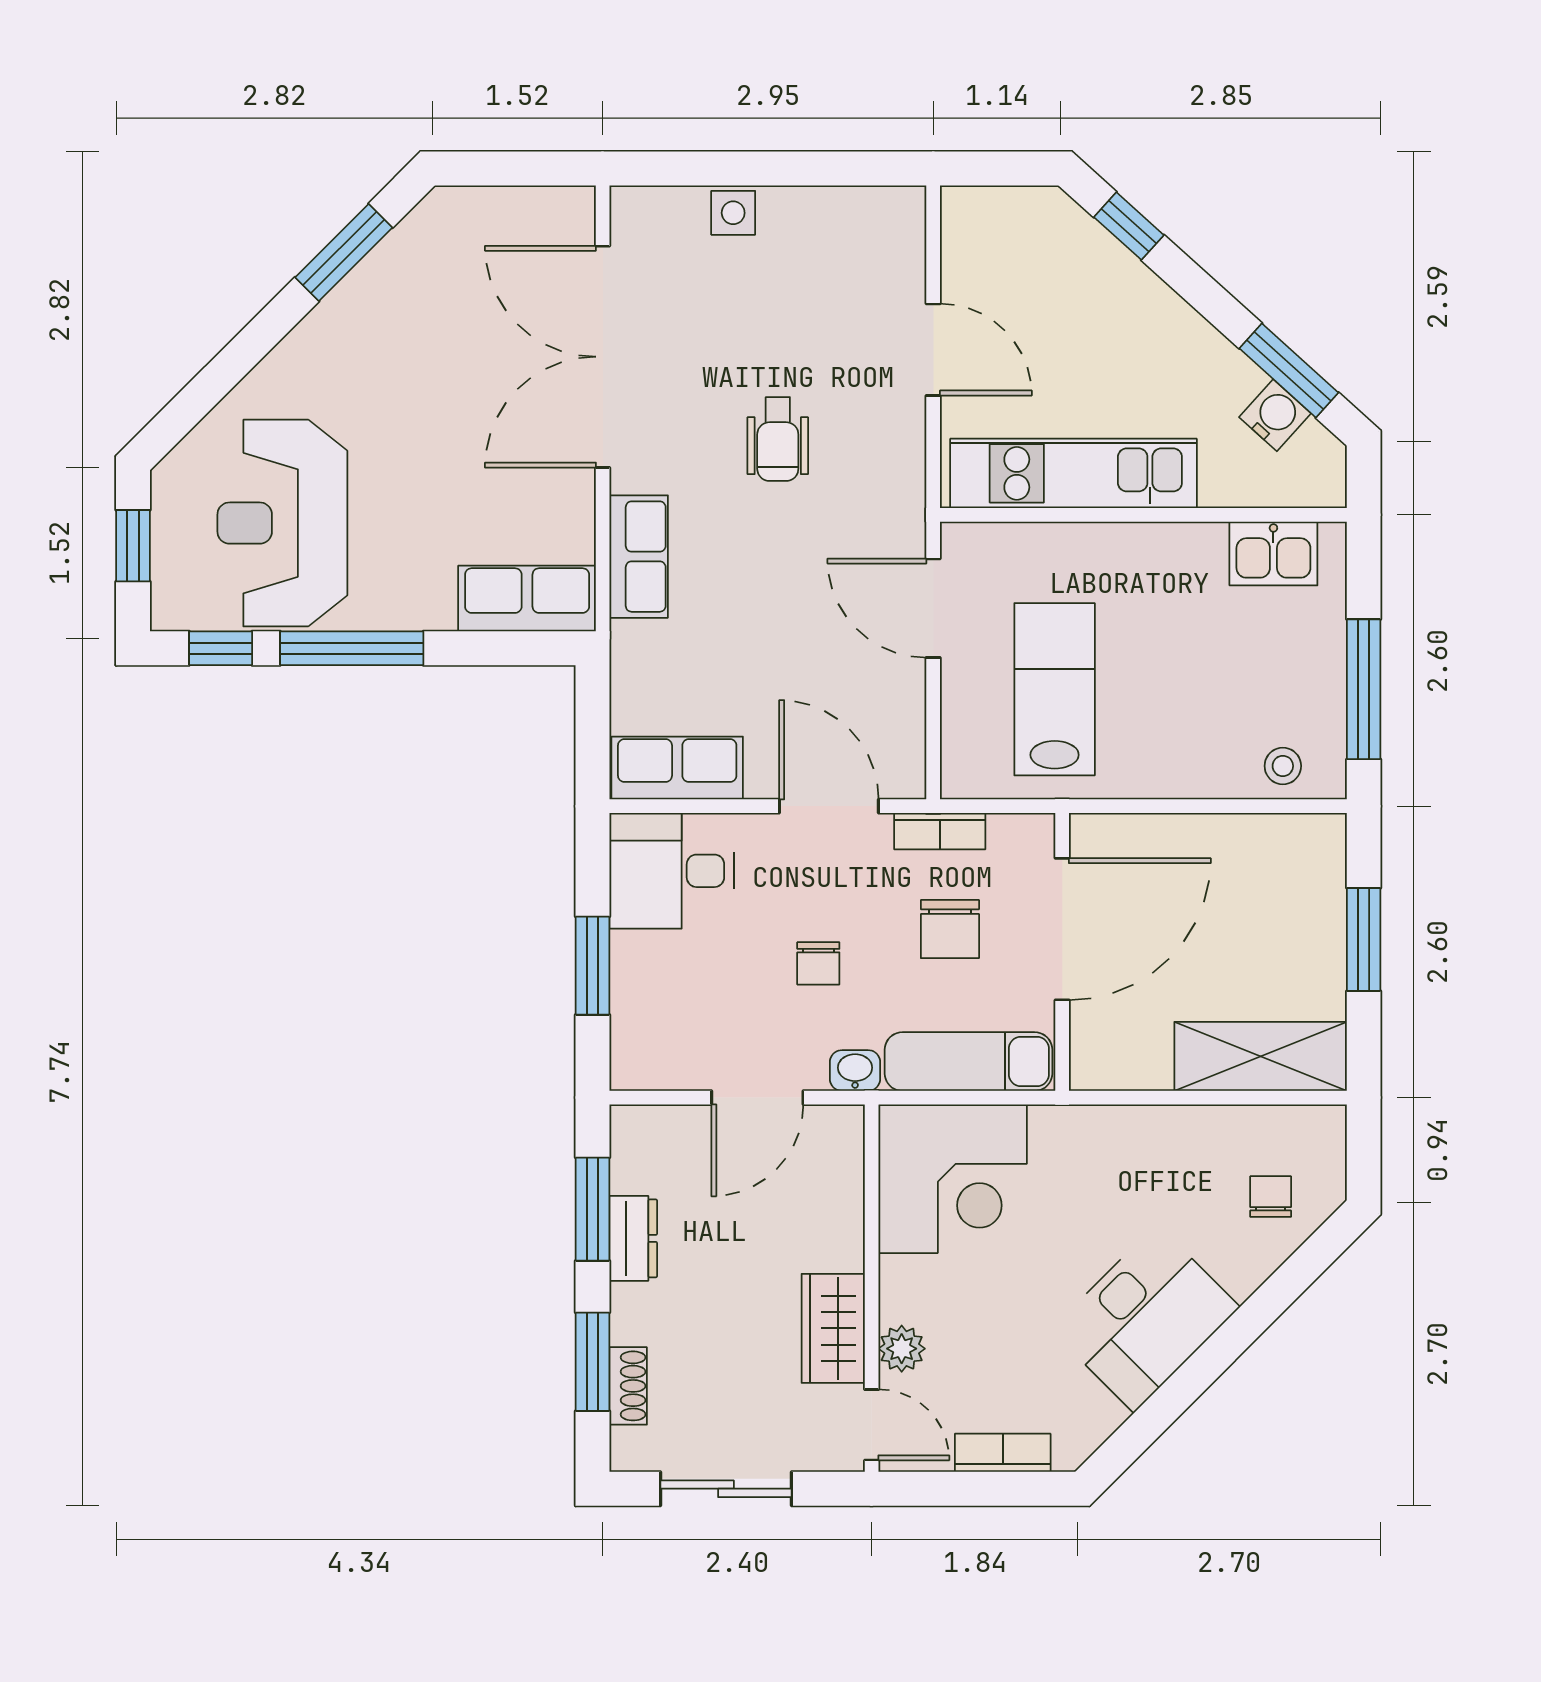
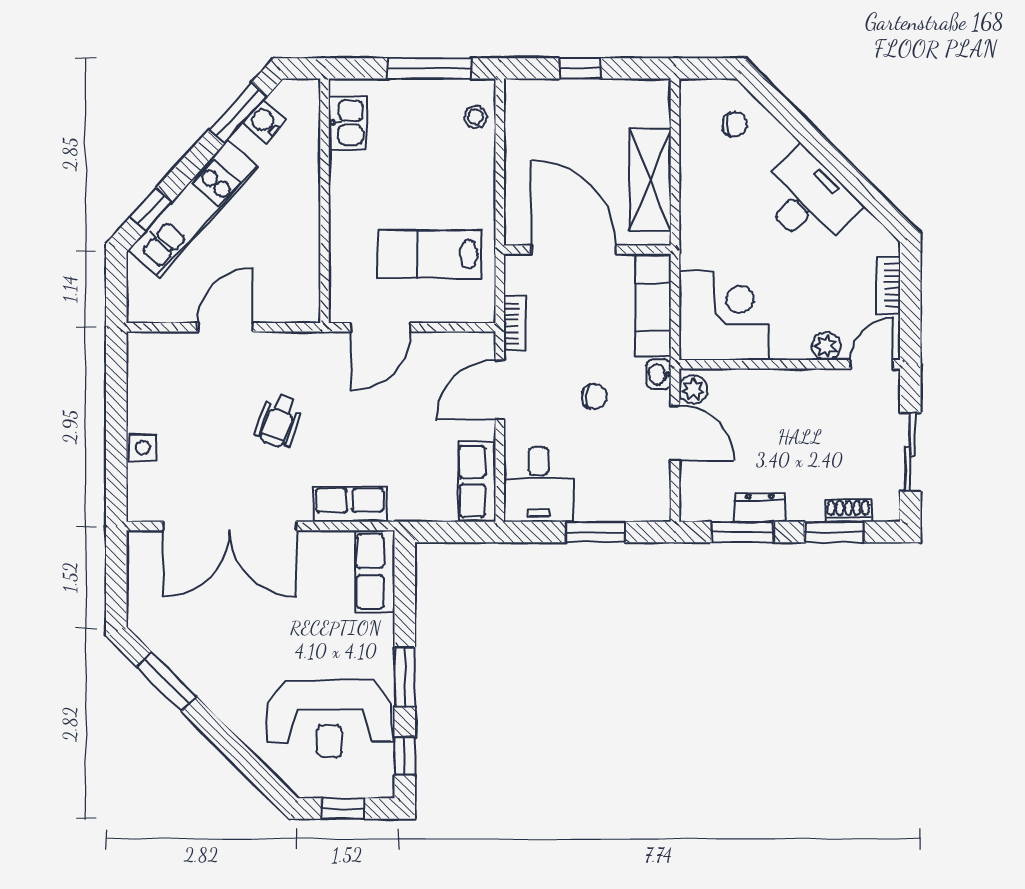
wheelchair: (778, 439) -> (279, 421), turned 110
kitchen unit: (1073, 473) -> (193, 209), moved, turned -138
window: (352, 648) -> (405, 677), width x0.69
chair: (950, 929) -> (574, 317), removed
window: (1364, 939) -> (580, 68), width x0.67
shelving: (1261, 1056) -> (650, 180), moved
plant: (830, 1128) -> (693, 389), added
chair: (1271, 1197) -> (735, 124), turned 180
wardrobe: (833, 1328) -> (814, 387), removed

